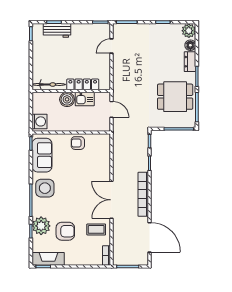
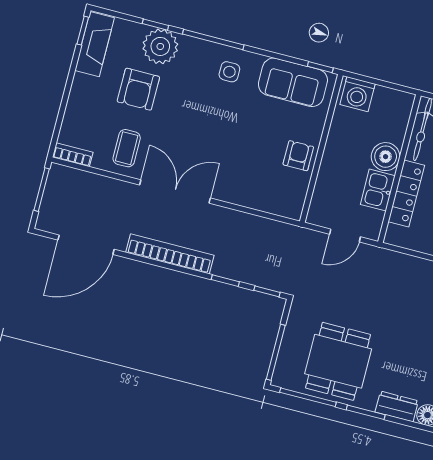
side table: (45, 188) -> (229, 72), width x0.54, depth x0.54

